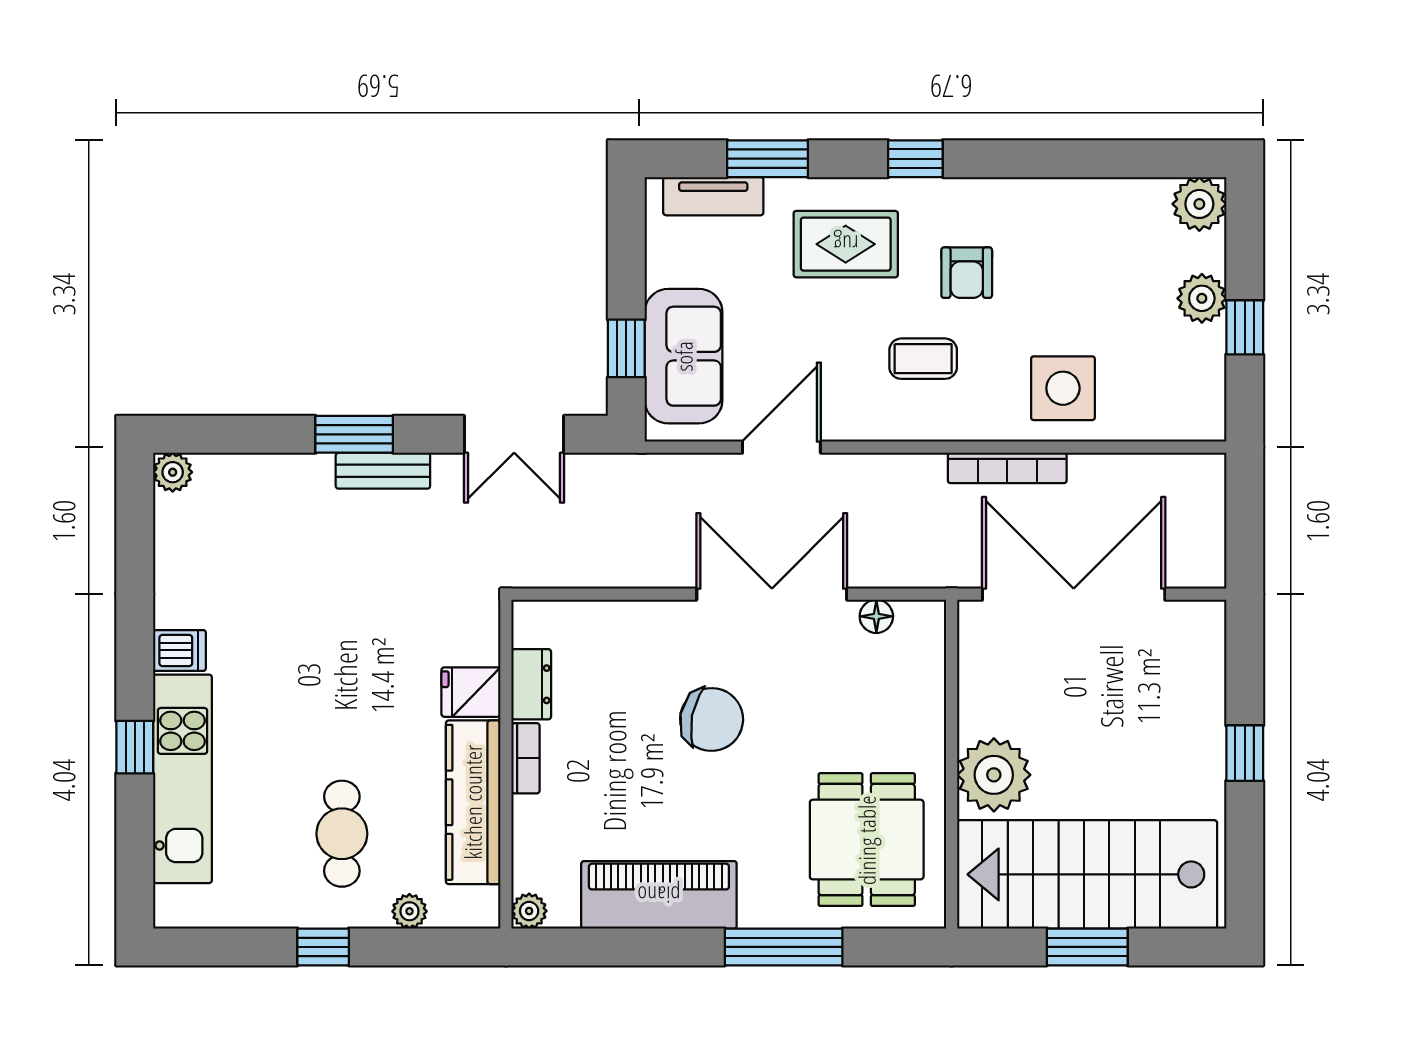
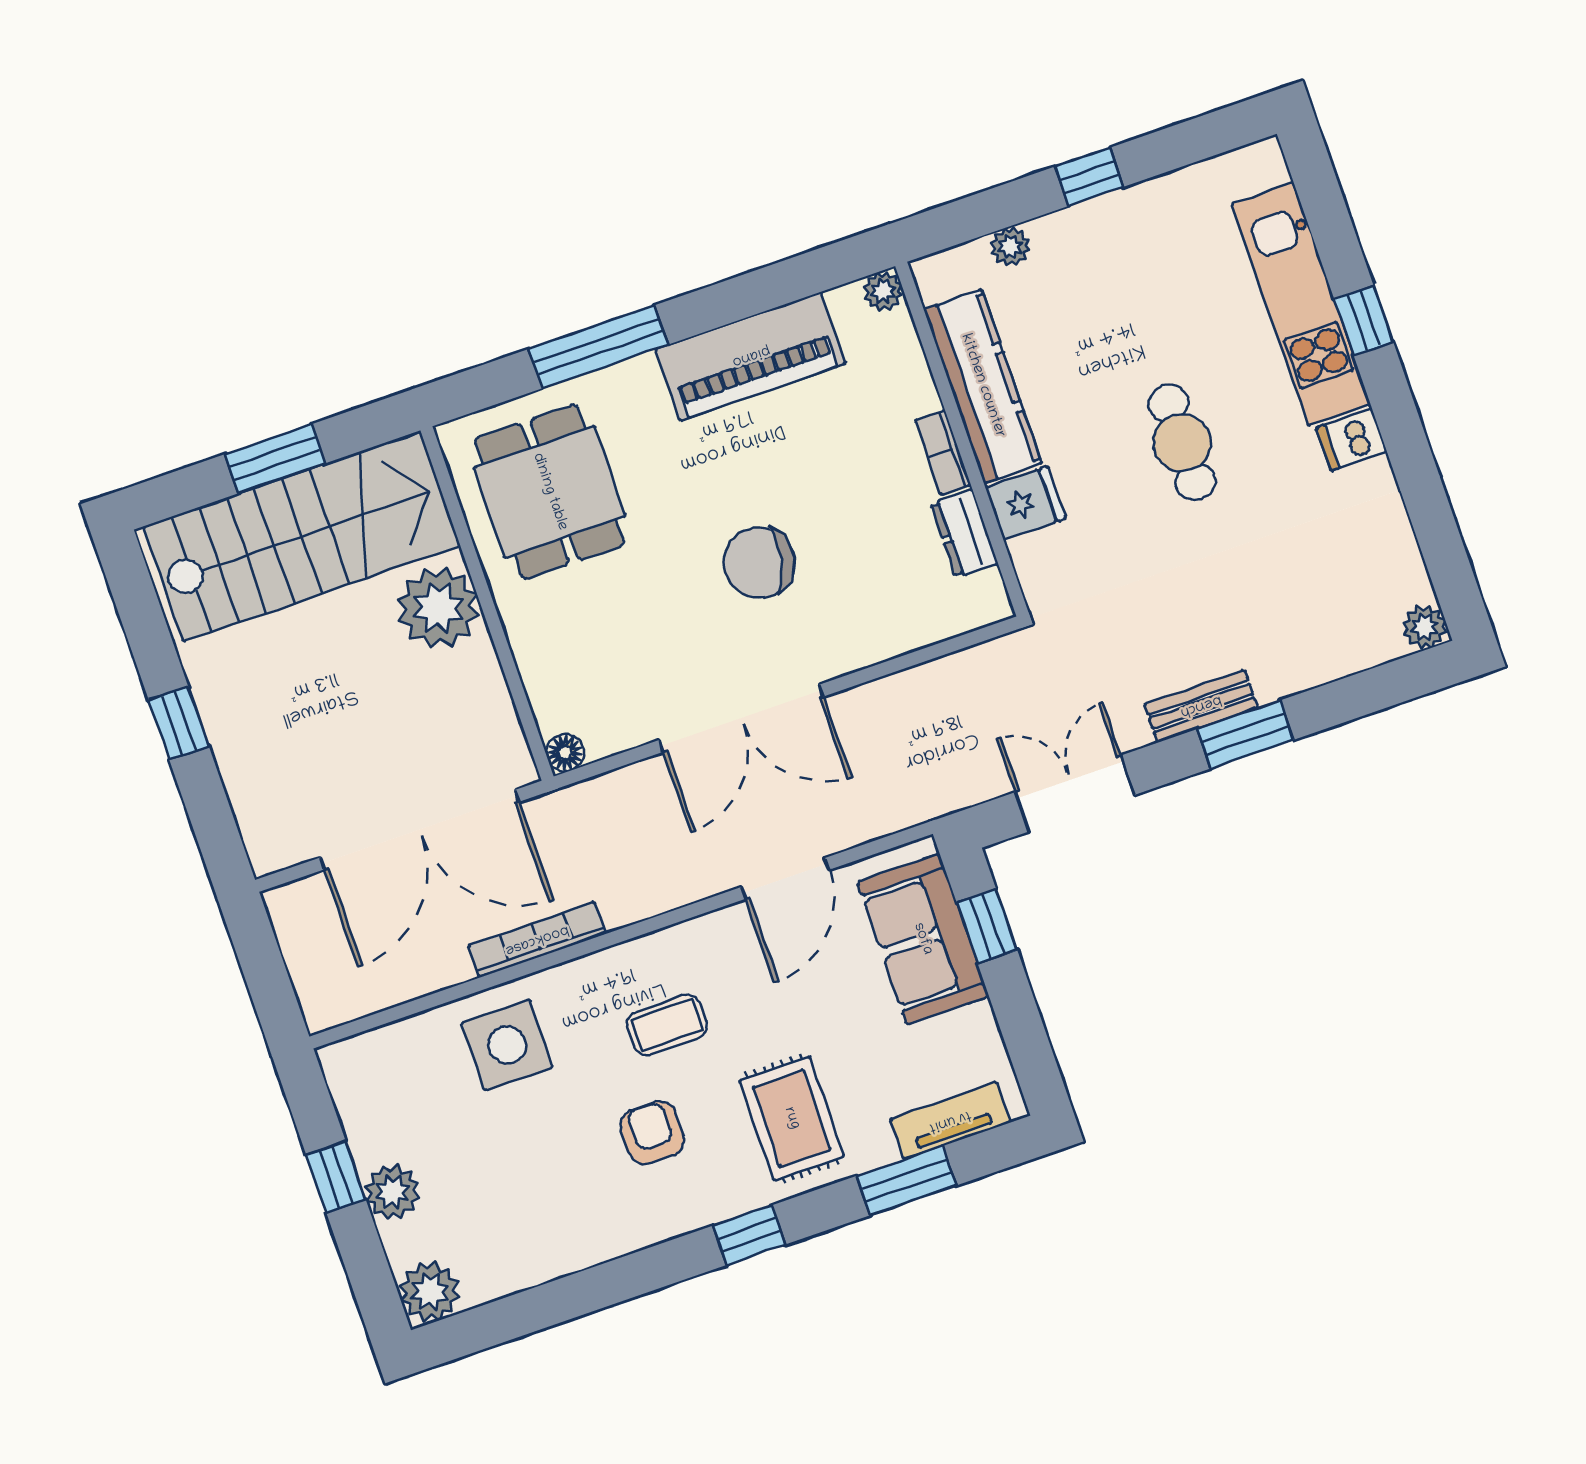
rug: (846, 244) -> (792, 1118), turned 90
floor lamp: (876, 616) -> (565, 753), moved
cafe table: (342, 834) -> (1182, 442), moved

